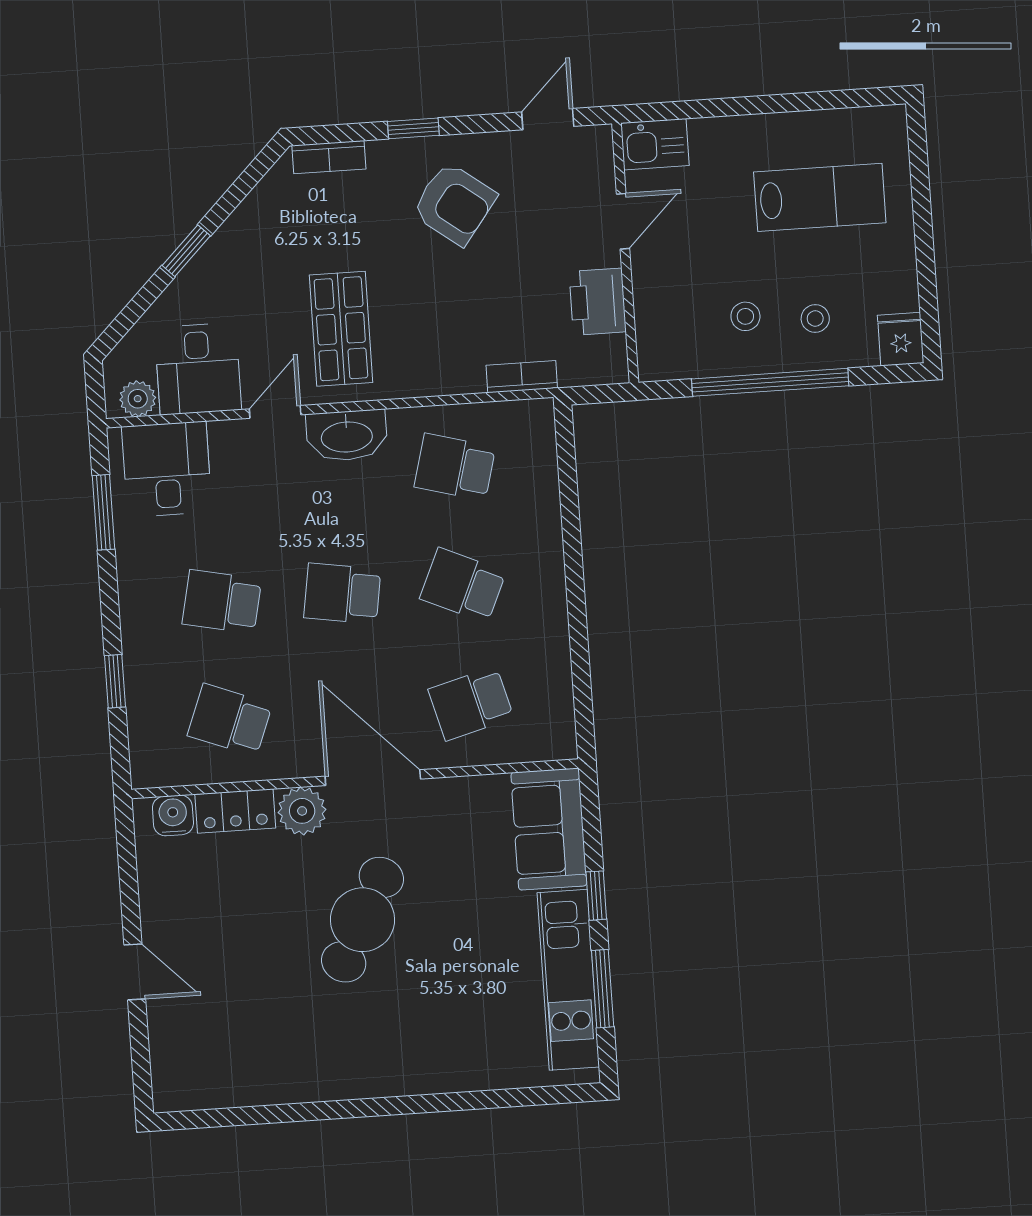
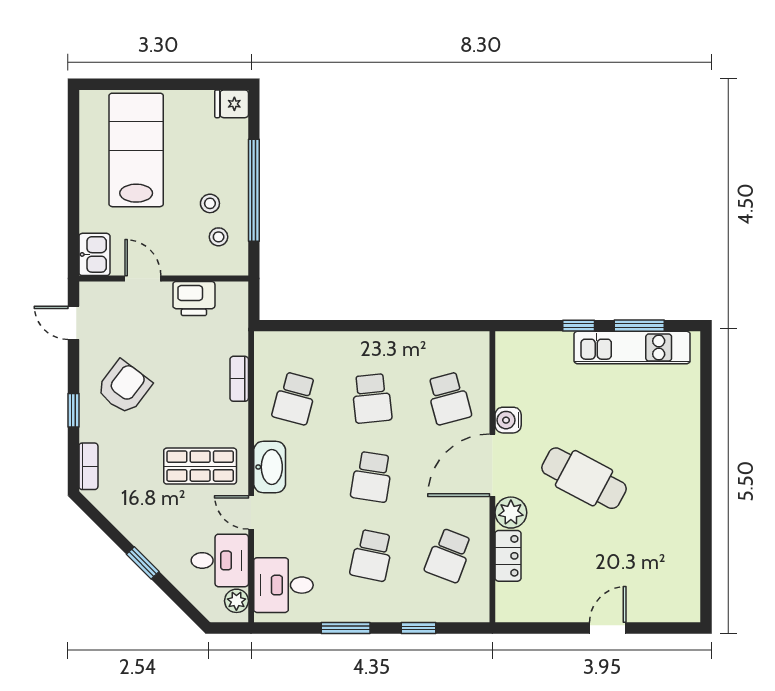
lab bench: (820, 197) -> (136, 150), width x1.36, depth x1.39
stool: (815, 319) -> (219, 237), moved
bookcase: (522, 377) -> (239, 379), moved
window: (103, 512) -> (346, 628), moved
school desk: (463, 585) -> (372, 398), turned -30
water cooler: (173, 815) -> (508, 420), moved
sofa: (549, 829) -> (534, 353), removed

